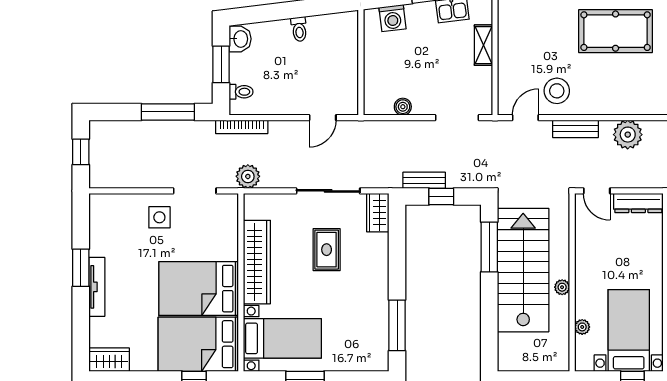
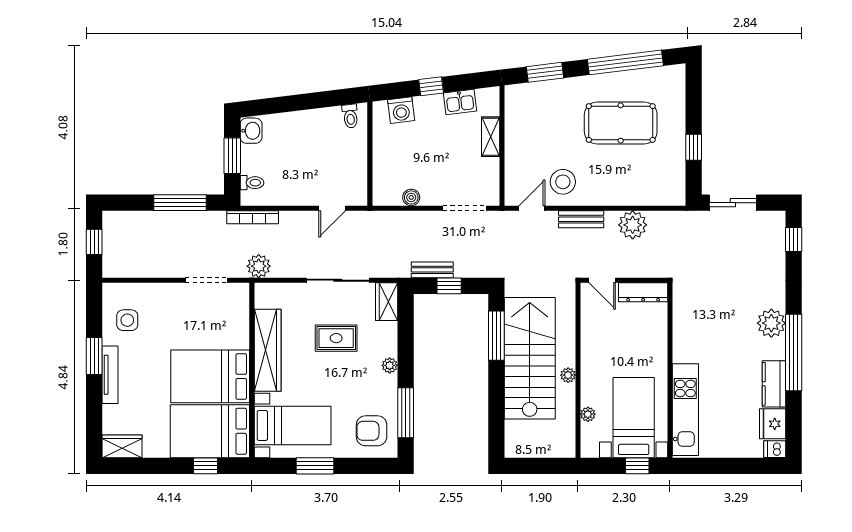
toilet: (299, 29) -> (350, 116), moved
side table: (159, 217) -> (127, 320), moved
rug: (327, 250) -> (336, 338), turned 90
plant: (381, 277) -> (390, 365), added
armchair: (363, 344) -> (372, 431), added

